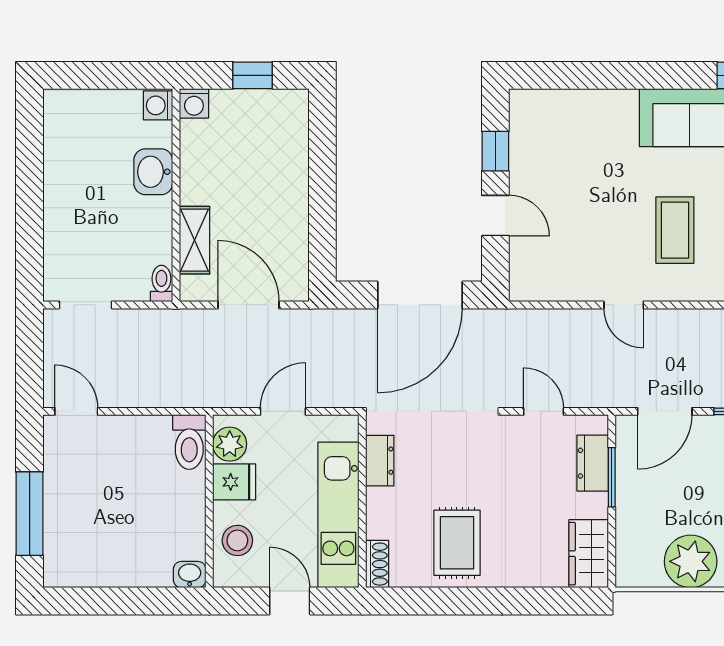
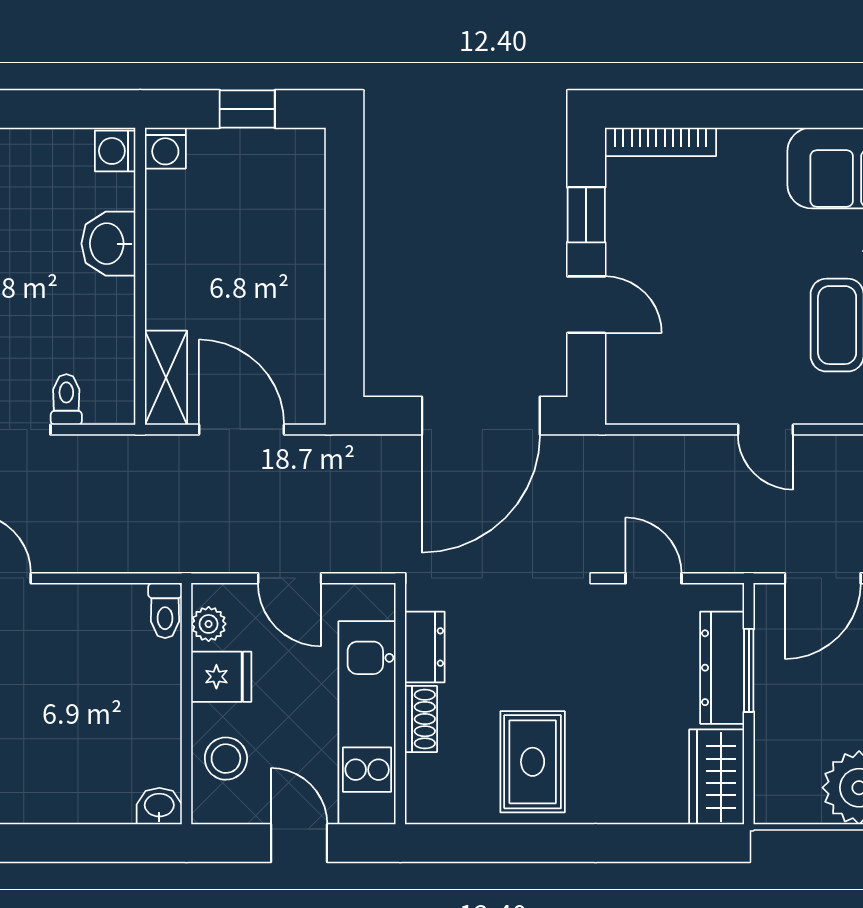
bookcase: (549, 99) -> (660, 142), added
shelving: (194, 240) -> (166, 378), moved
toilet: (161, 283) -> (66, 400), moved
door: (283, 411) -> (290, 578), swing flipped
toilet: (189, 442) -> (165, 610), width x0.73, depth x0.72
plant: (230, 444) -> (209, 624), width x0.73, depth x0.73
dresser: (593, 463) -> (722, 668), width x1.44
shoe rack: (377, 564) -> (421, 719), moved

